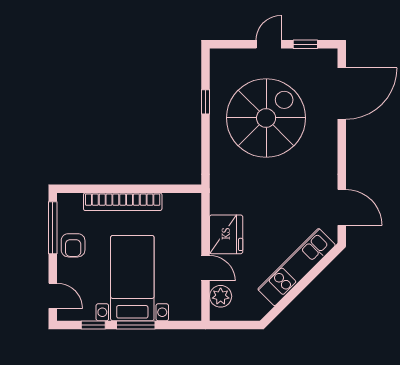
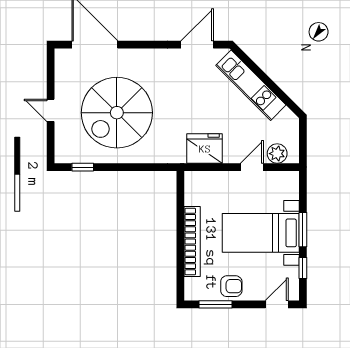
window: (305, 44) -> (51, 77), removed
window: (205, 102) -> (83, 167), moved
spiral stairs: (266, 118) -> (117, 113), turned -90
window: (53, 228) -> (215, 304), width x0.69
fridge: (226, 234) -> (205, 149), moved

